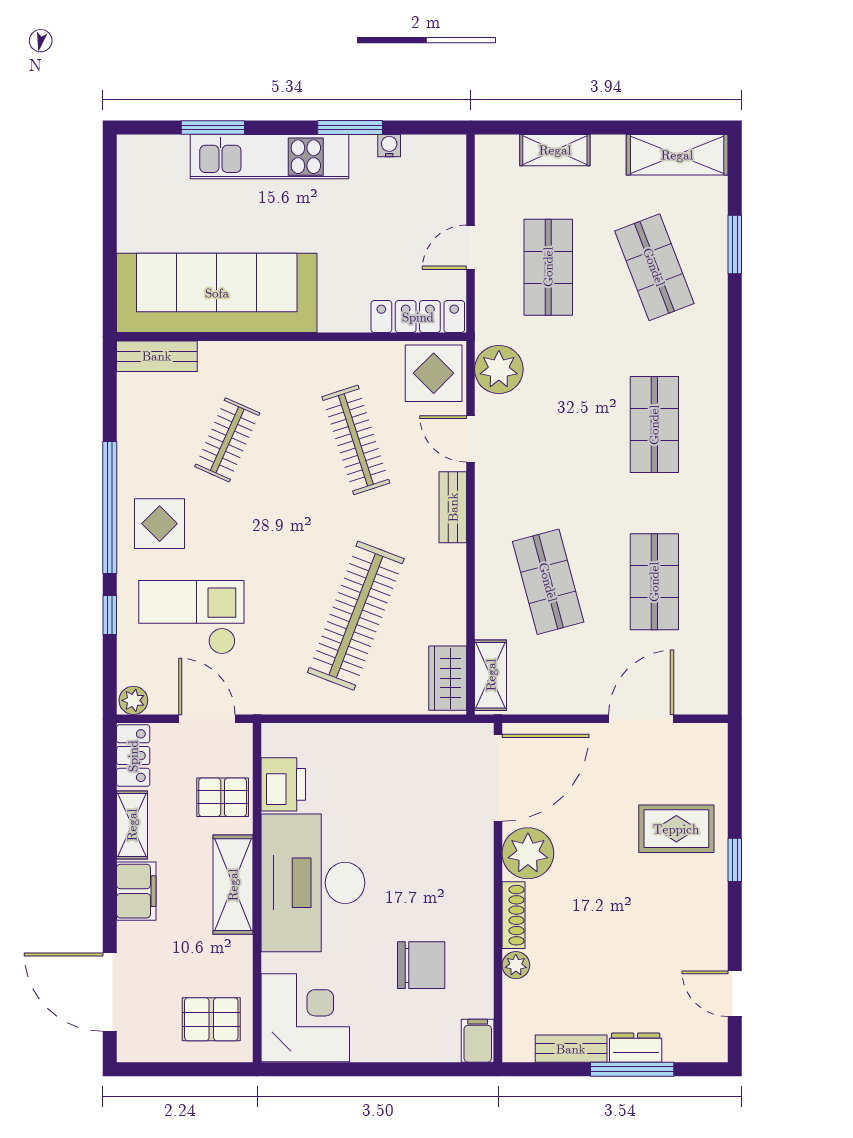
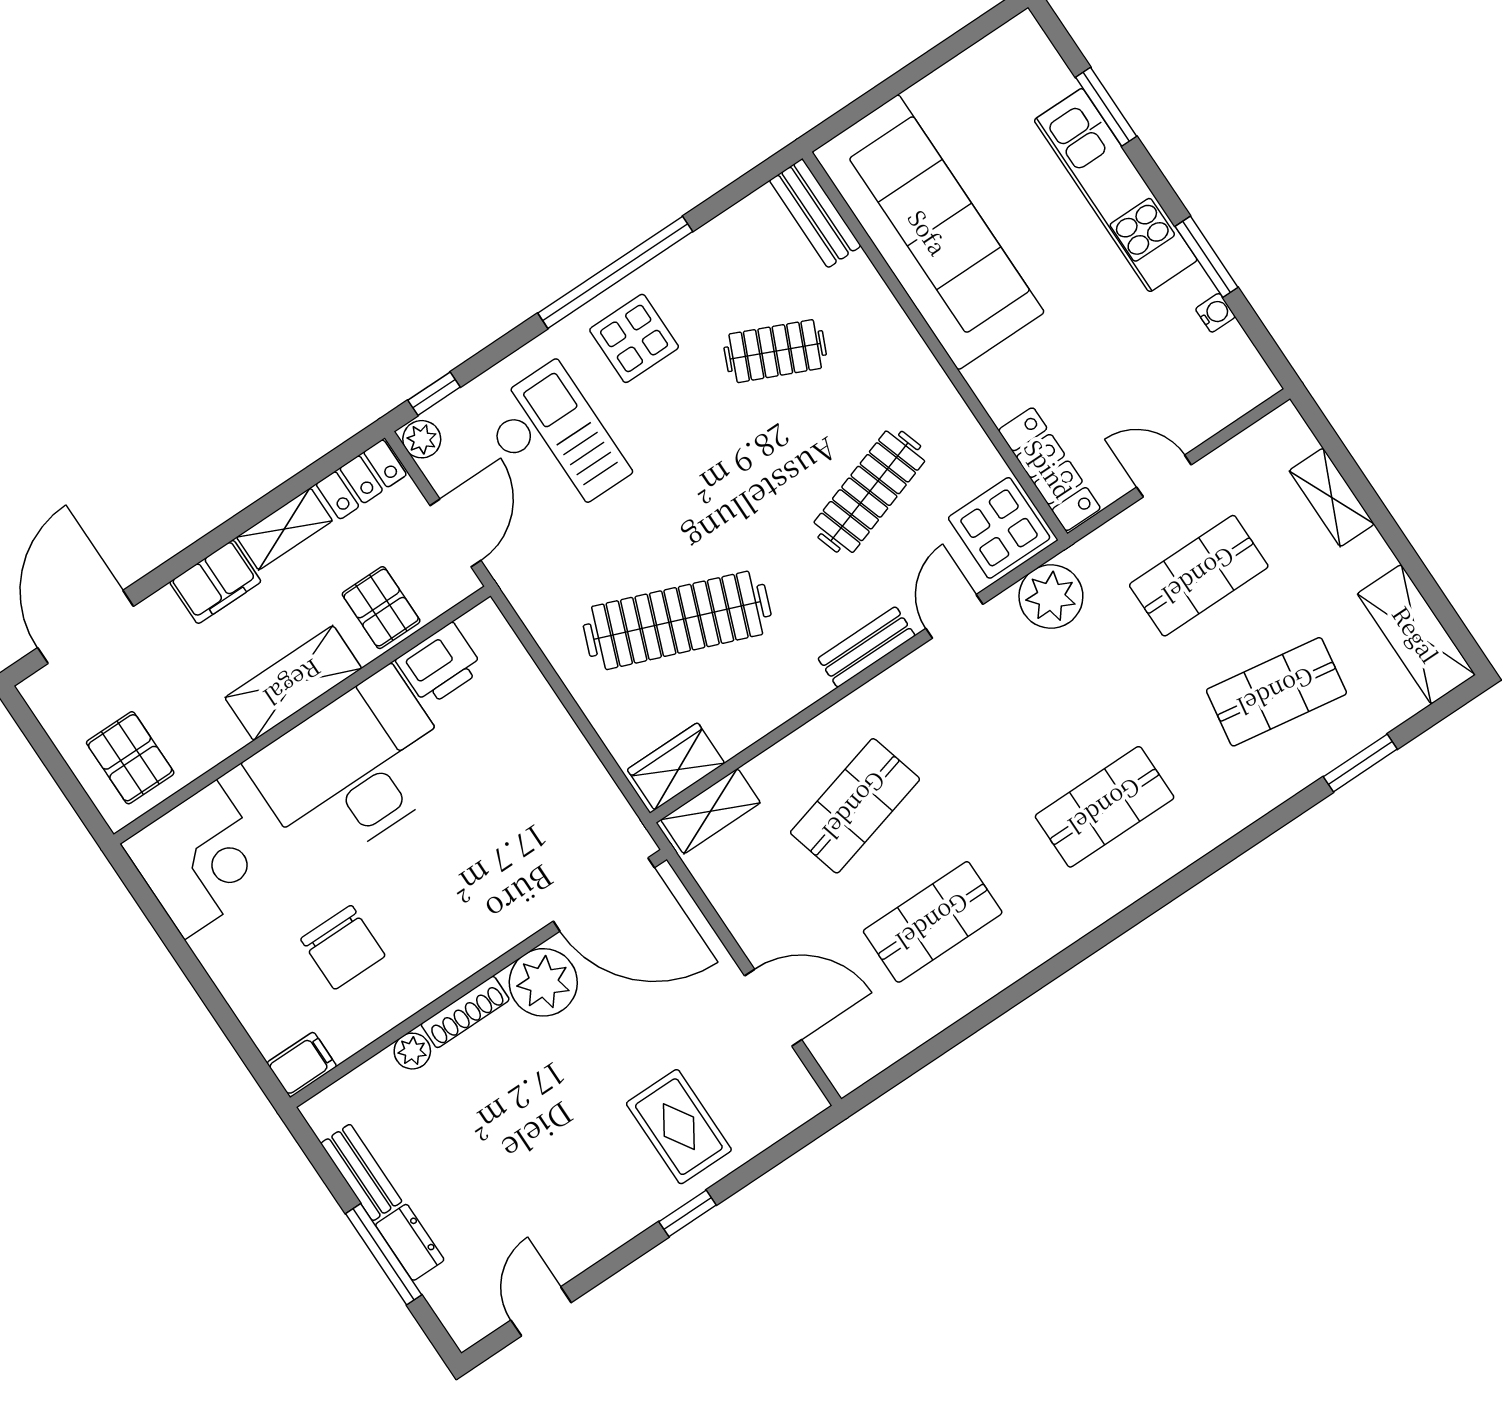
shop shelf: (654, 267) -> (1276, 692), turned 30
window: (110, 615) -> (434, 394), moved

